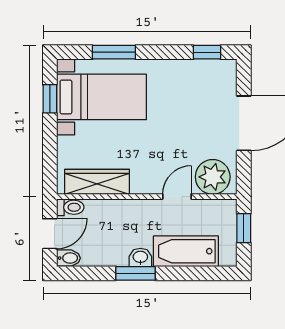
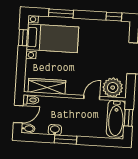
bathtub: (186, 251) -> (116, 119), moved, turned -90
washbasin: (140, 257) -> (55, 130), moved

